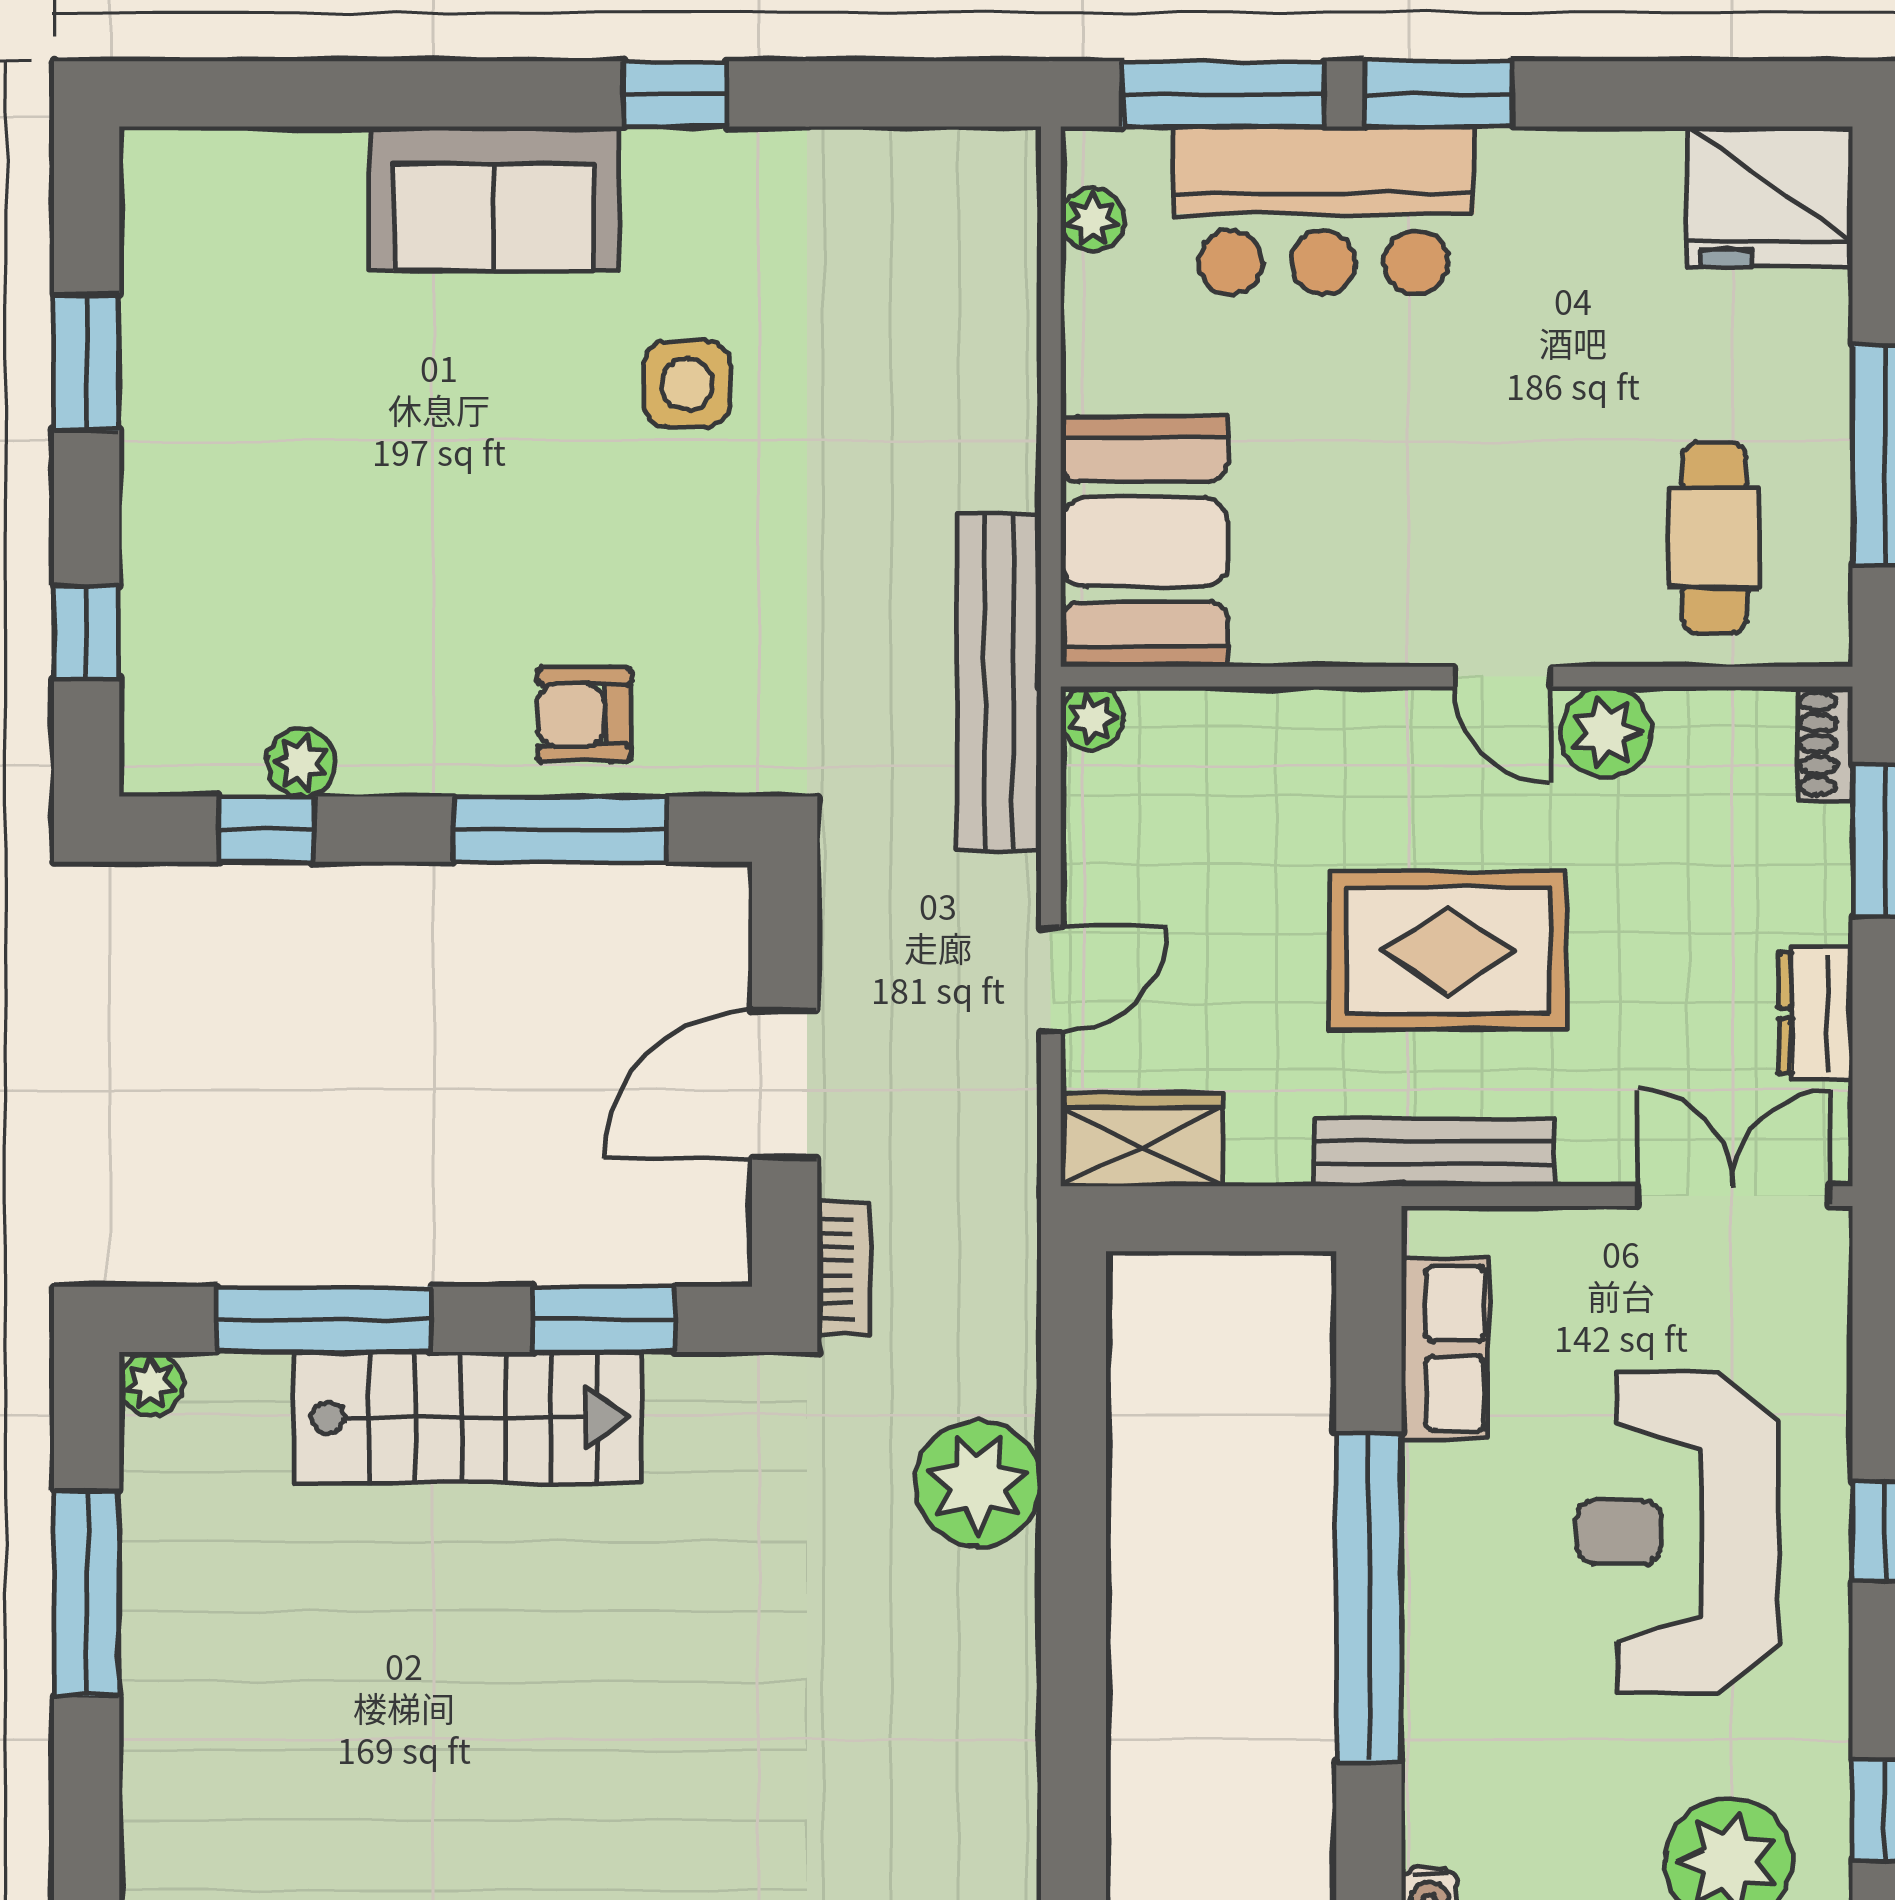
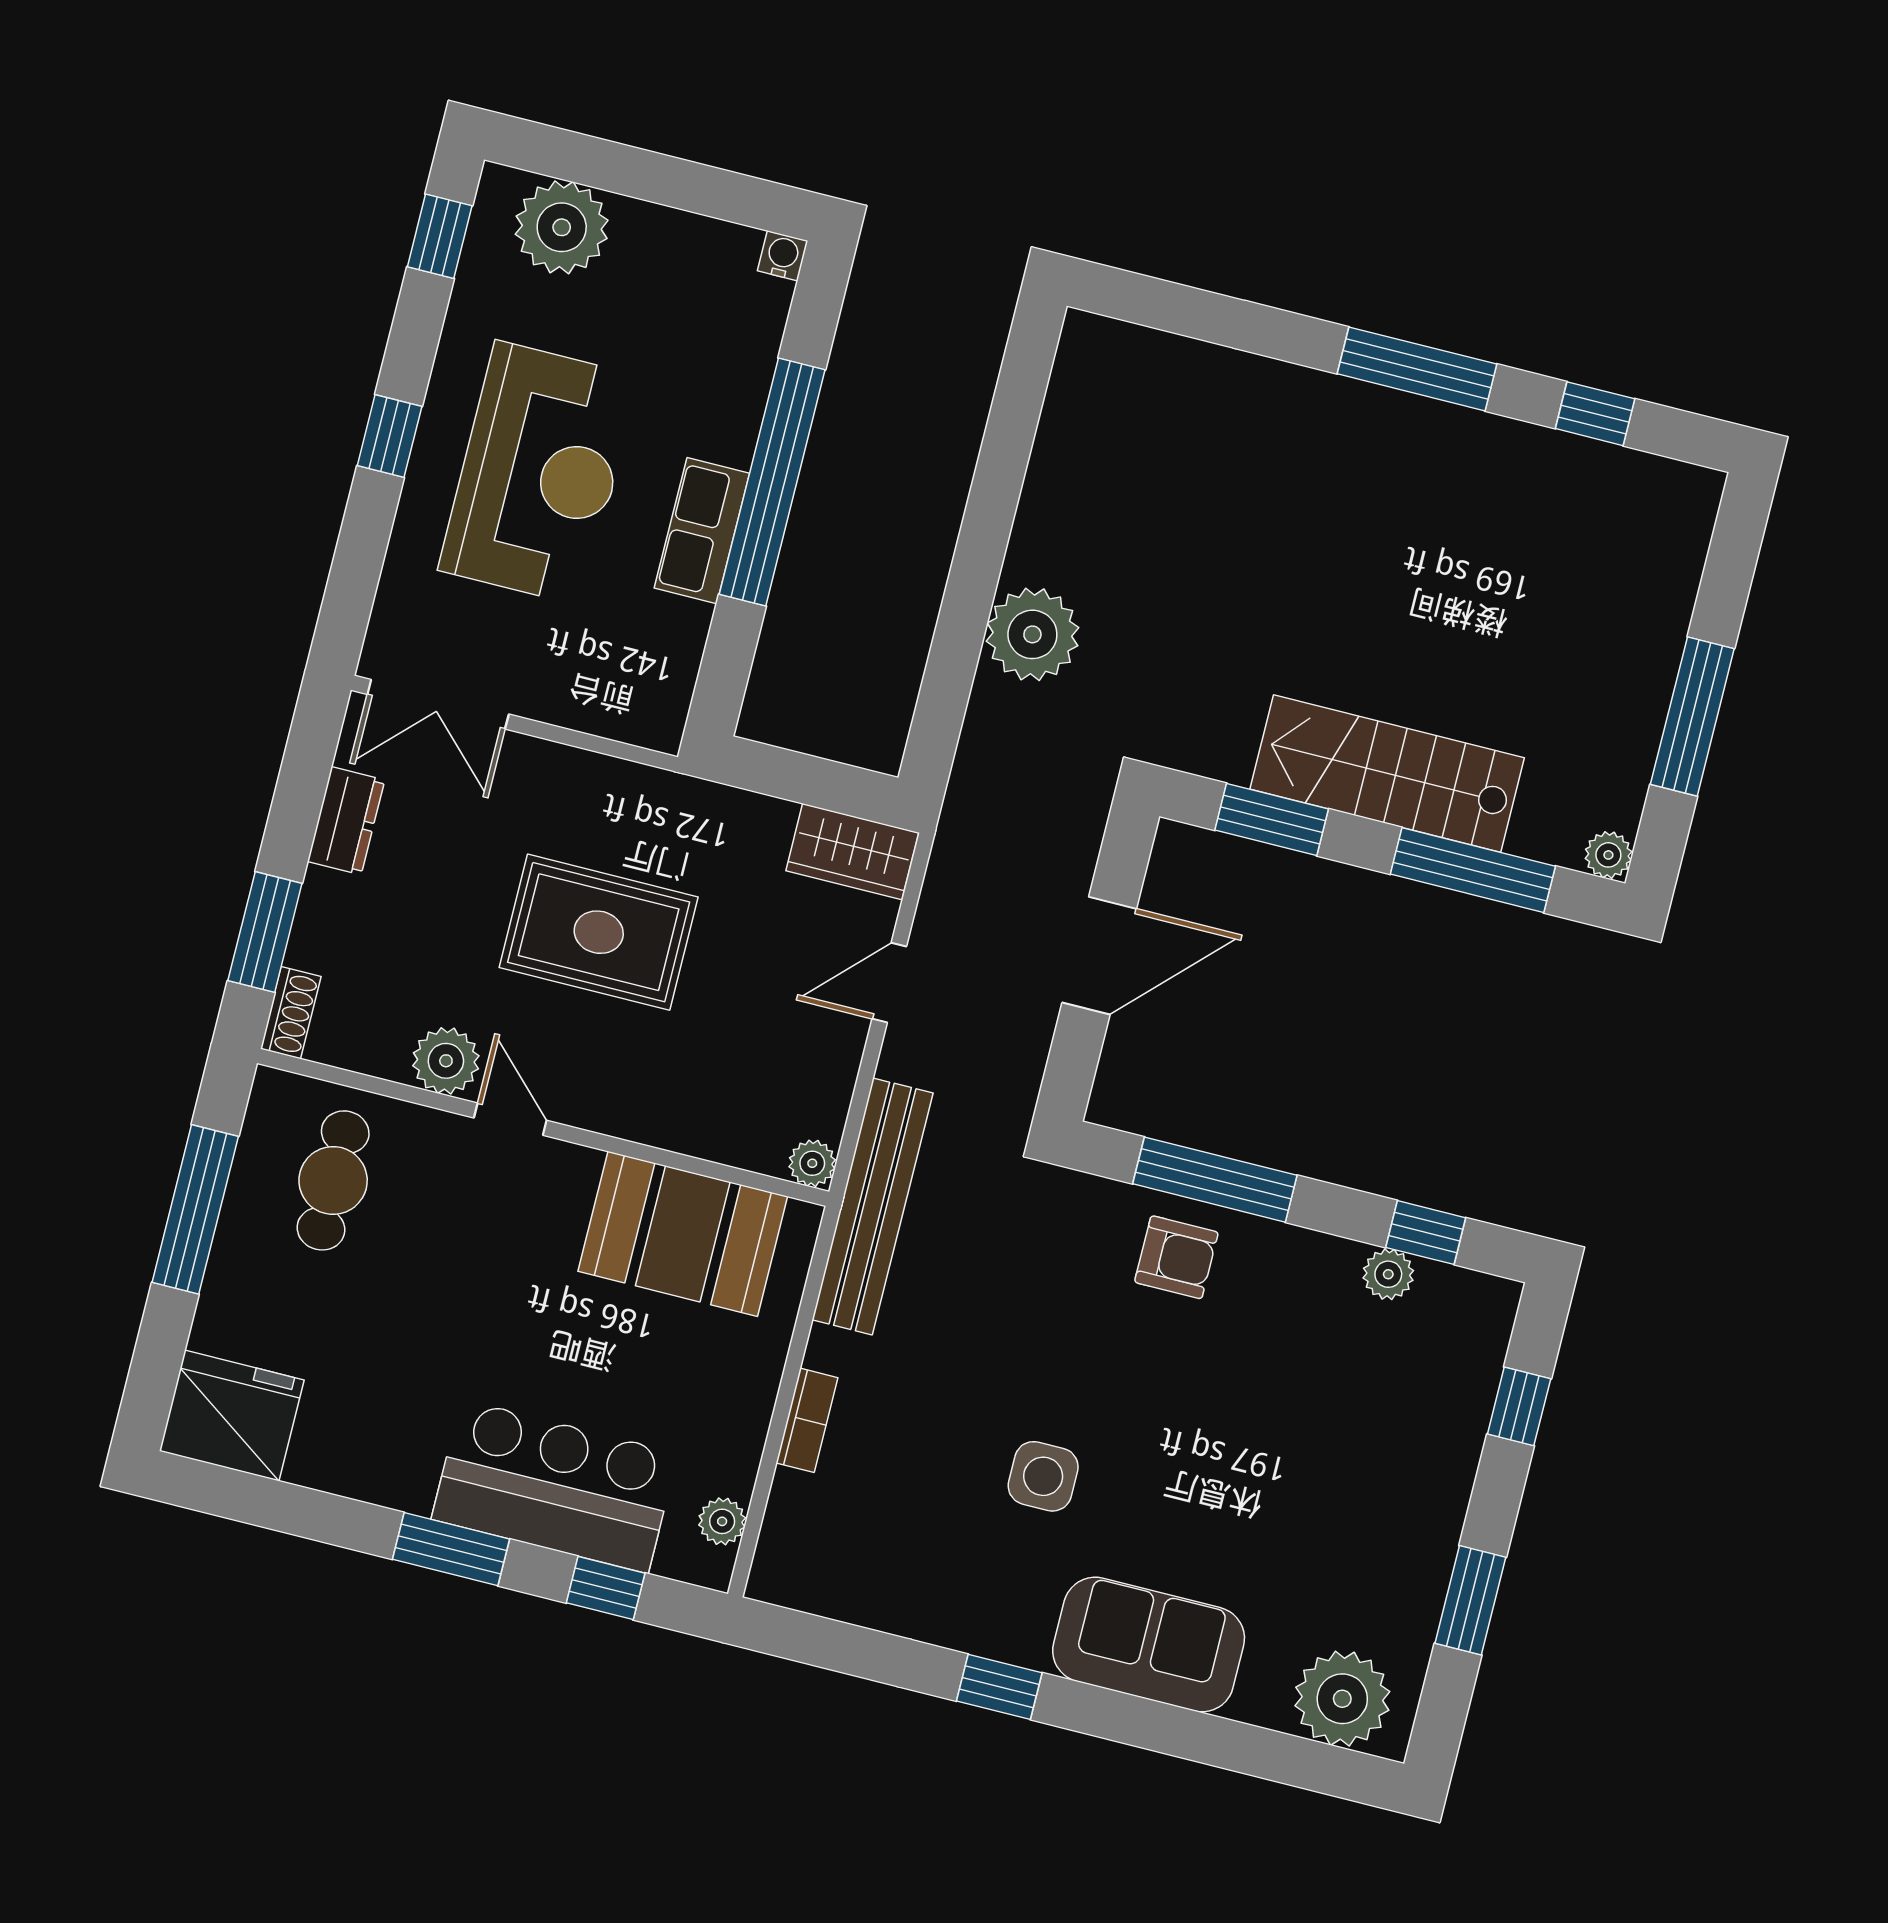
window: (1223, 94) -> (606, 1588), width x0.46
plant: (222, 191) -> (1342, 1699), added
booth: (1144, 542) -> (683, 1234), moved, turned 90
bench: (1435, 1153) -> (645, 789), removed
bookcase: (844, 1268) -> (807, 1420), moved, turned 180
row of seats: (1445, 1348) -> (702, 531), moved

